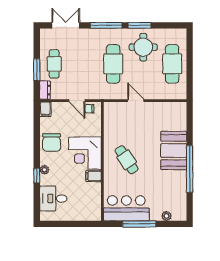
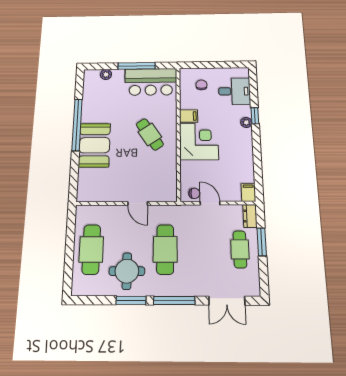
chair: (52, 142) -> (201, 85), moved, width x0.54, depth x0.54

